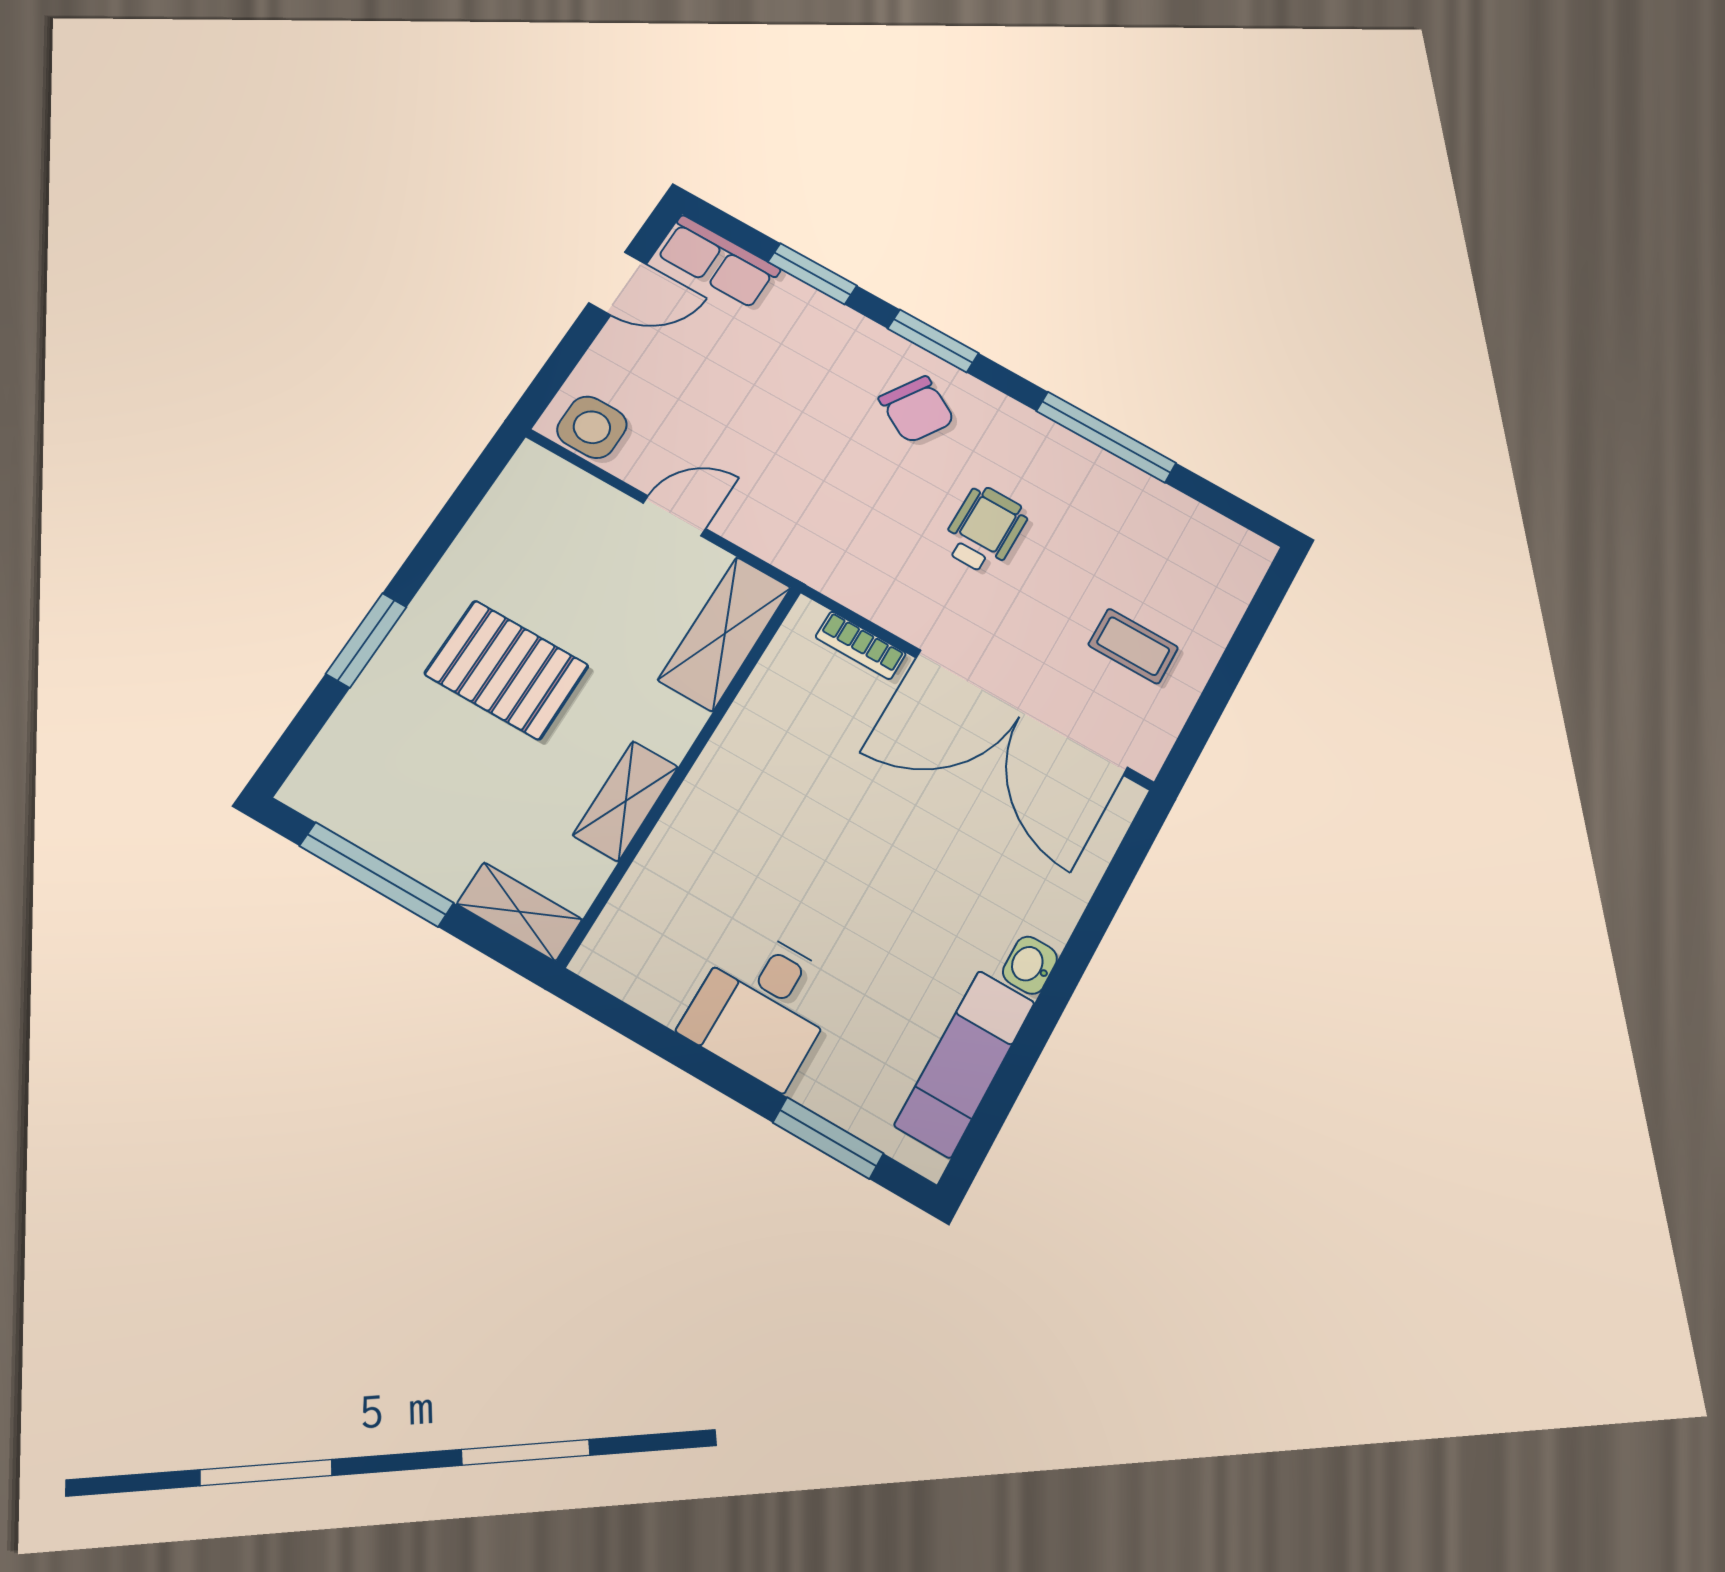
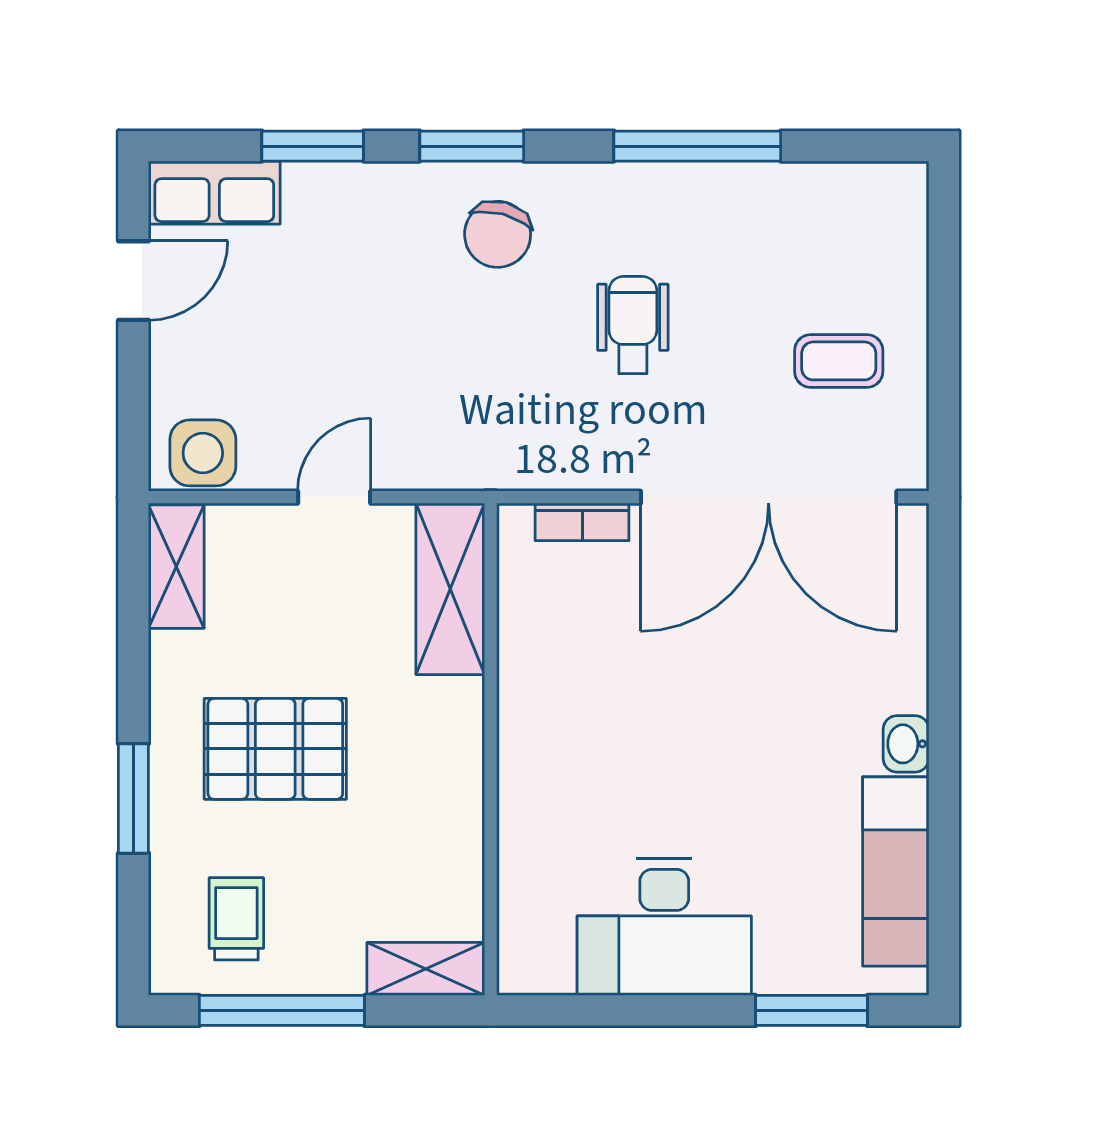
chair: (917, 410) -> (498, 234), turned 74
trolley: (387, 780) -> (236, 919), added
shelving: (626, 801) -> (176, 567), moved
desk: (762, 1007) -> (664, 927), width x1.37

